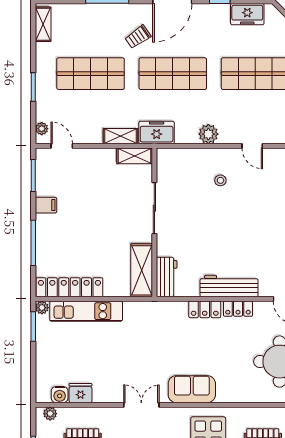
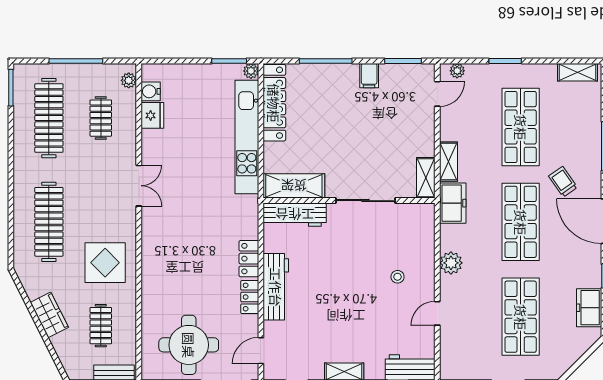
workbench: (167, 277) -> (295, 215), width x1.38
kitchen unit: (86, 311) -> (247, 137), width x1.36
sofa: (192, 389) -> (157, 244), removed

